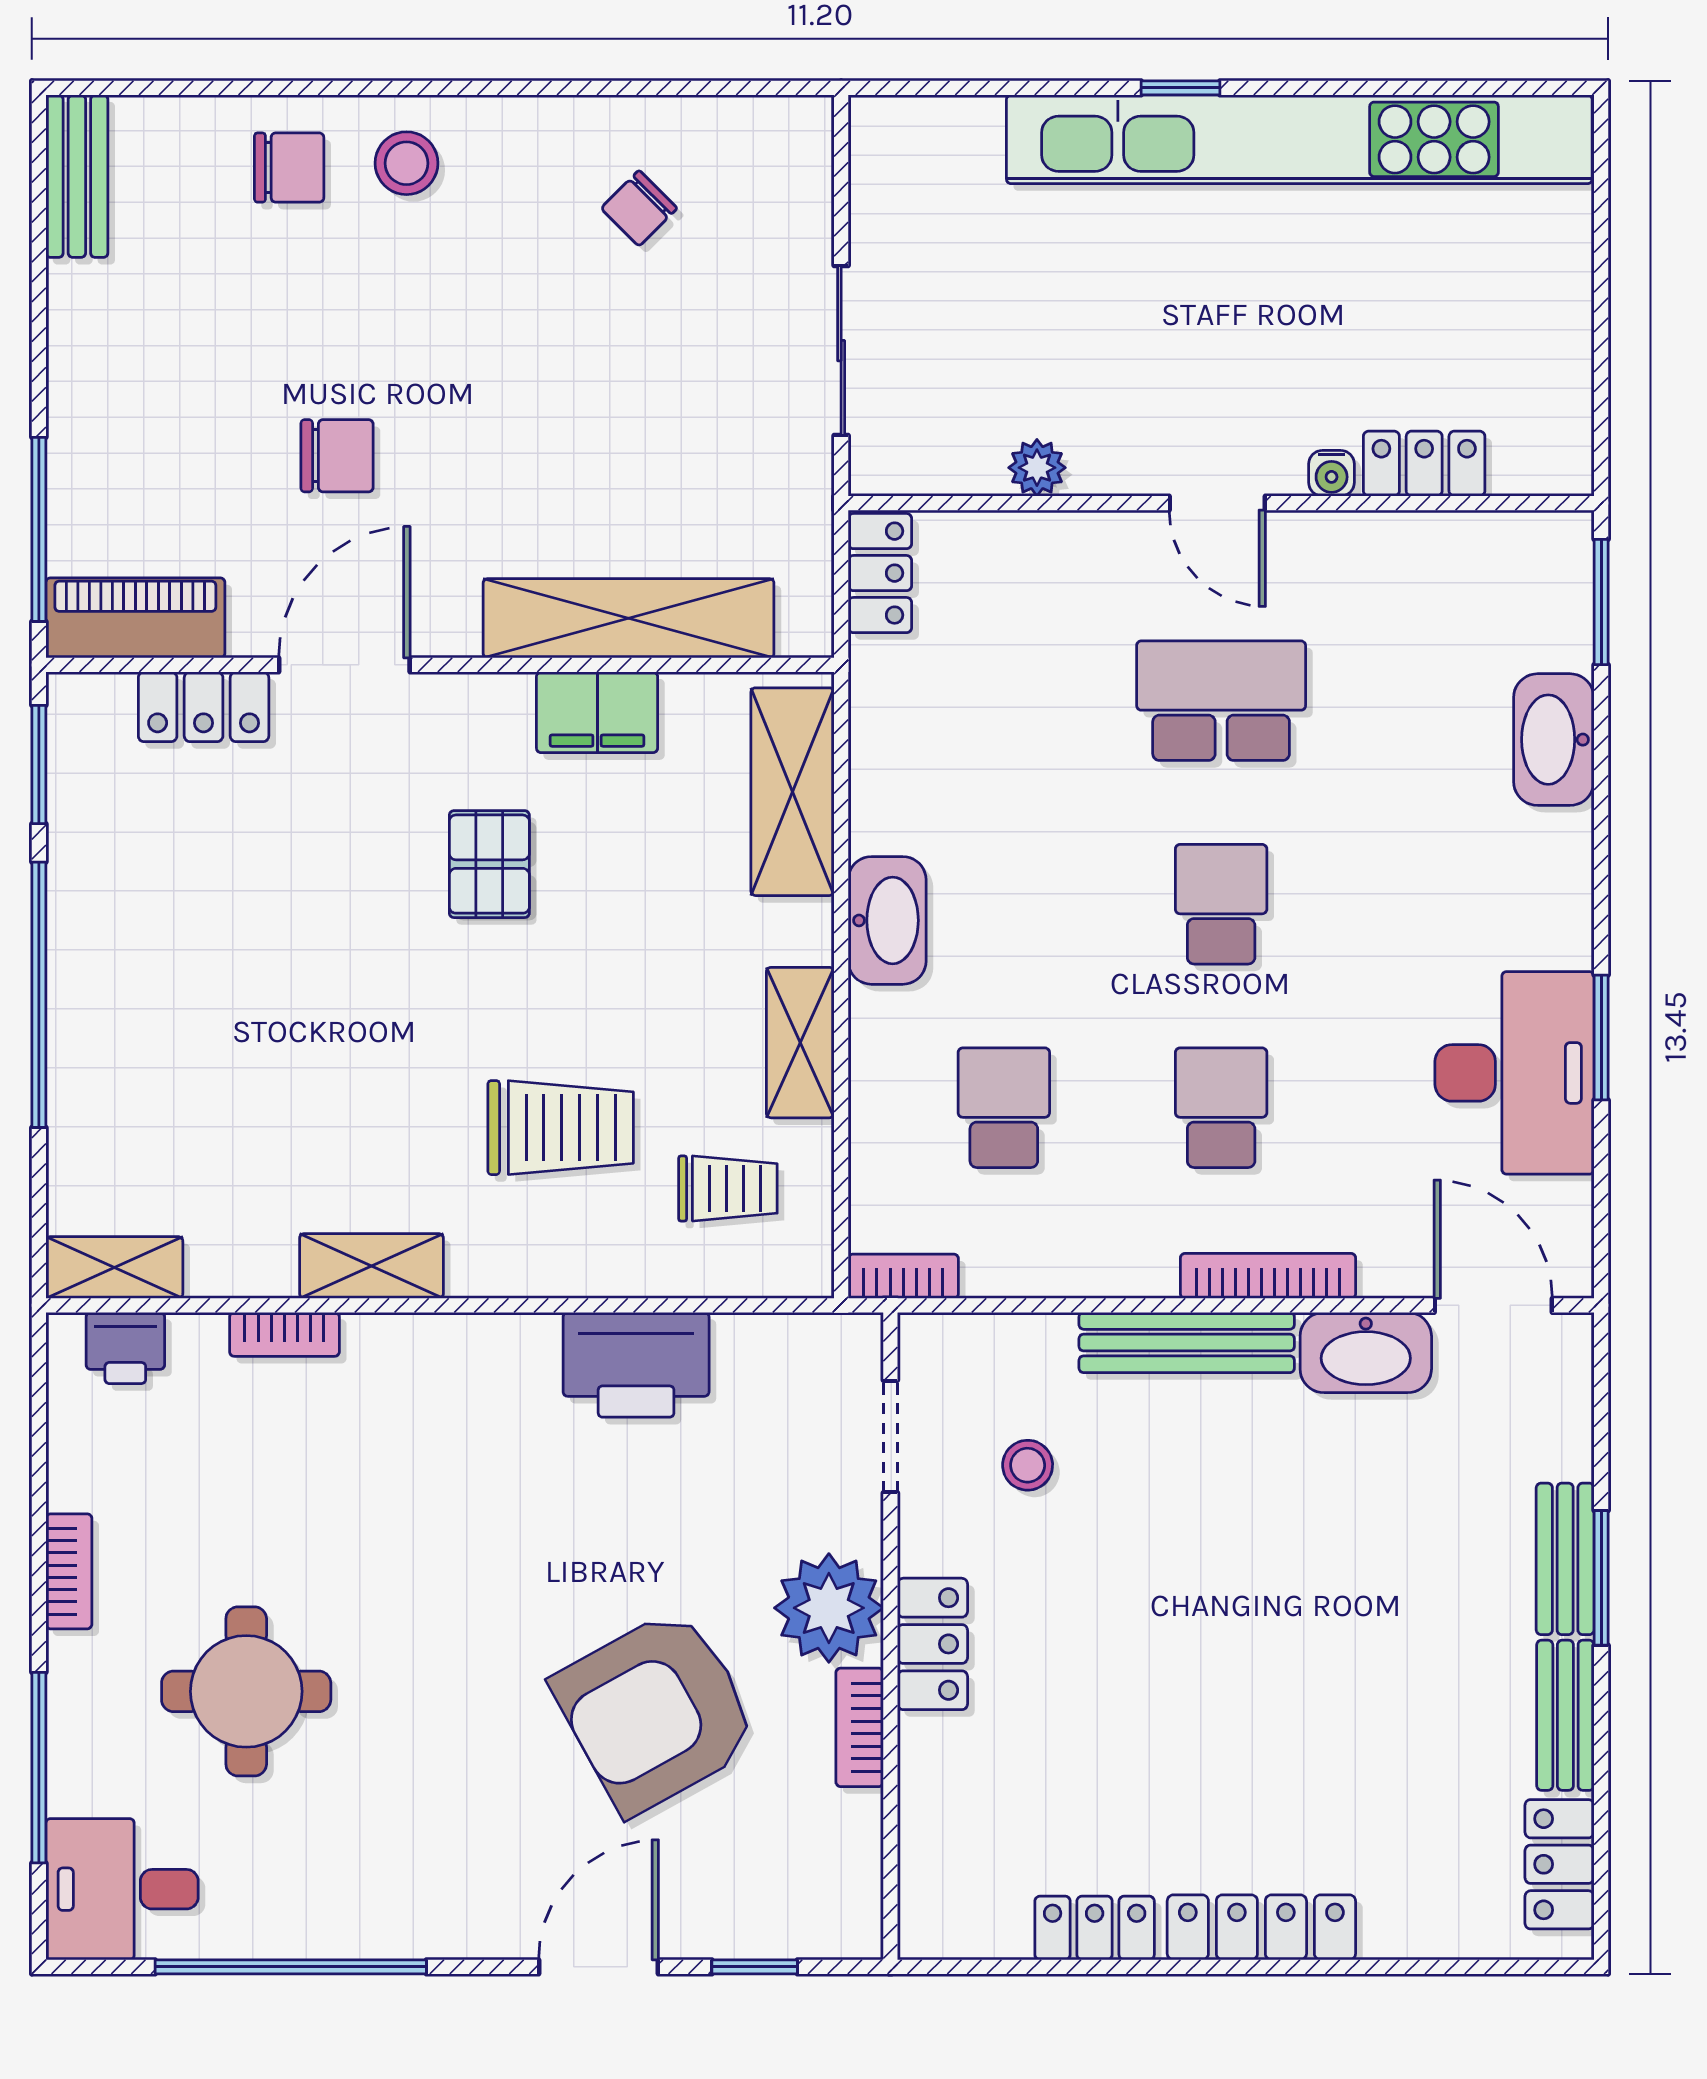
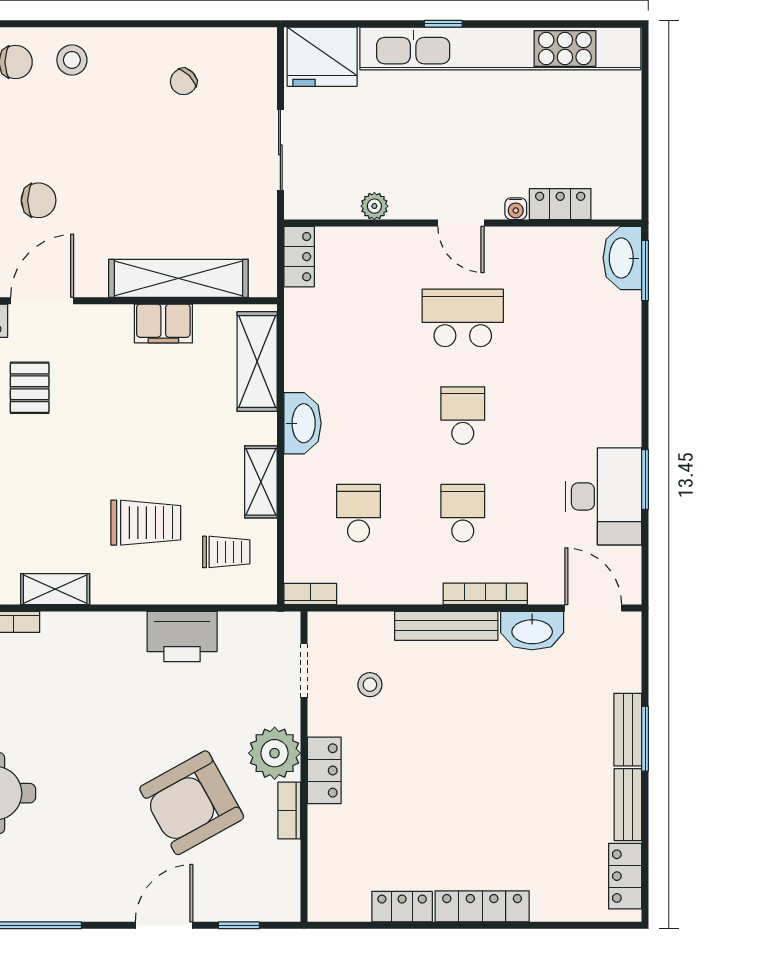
fridge: (928, 157) -> (322, 57), added
washbasin: (1554, 740) -> (622, 258), moved
pallet: (489, 864) -> (30, 388), moved

